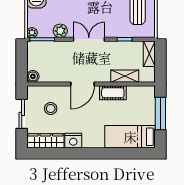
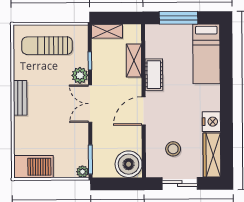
plant: (60, 31) -> (80, 75), moved
boiler: (33, 76) -> (129, 164), width x1.86, depth x1.86
door: (83, 84) -> (144, 111), swing flipped

